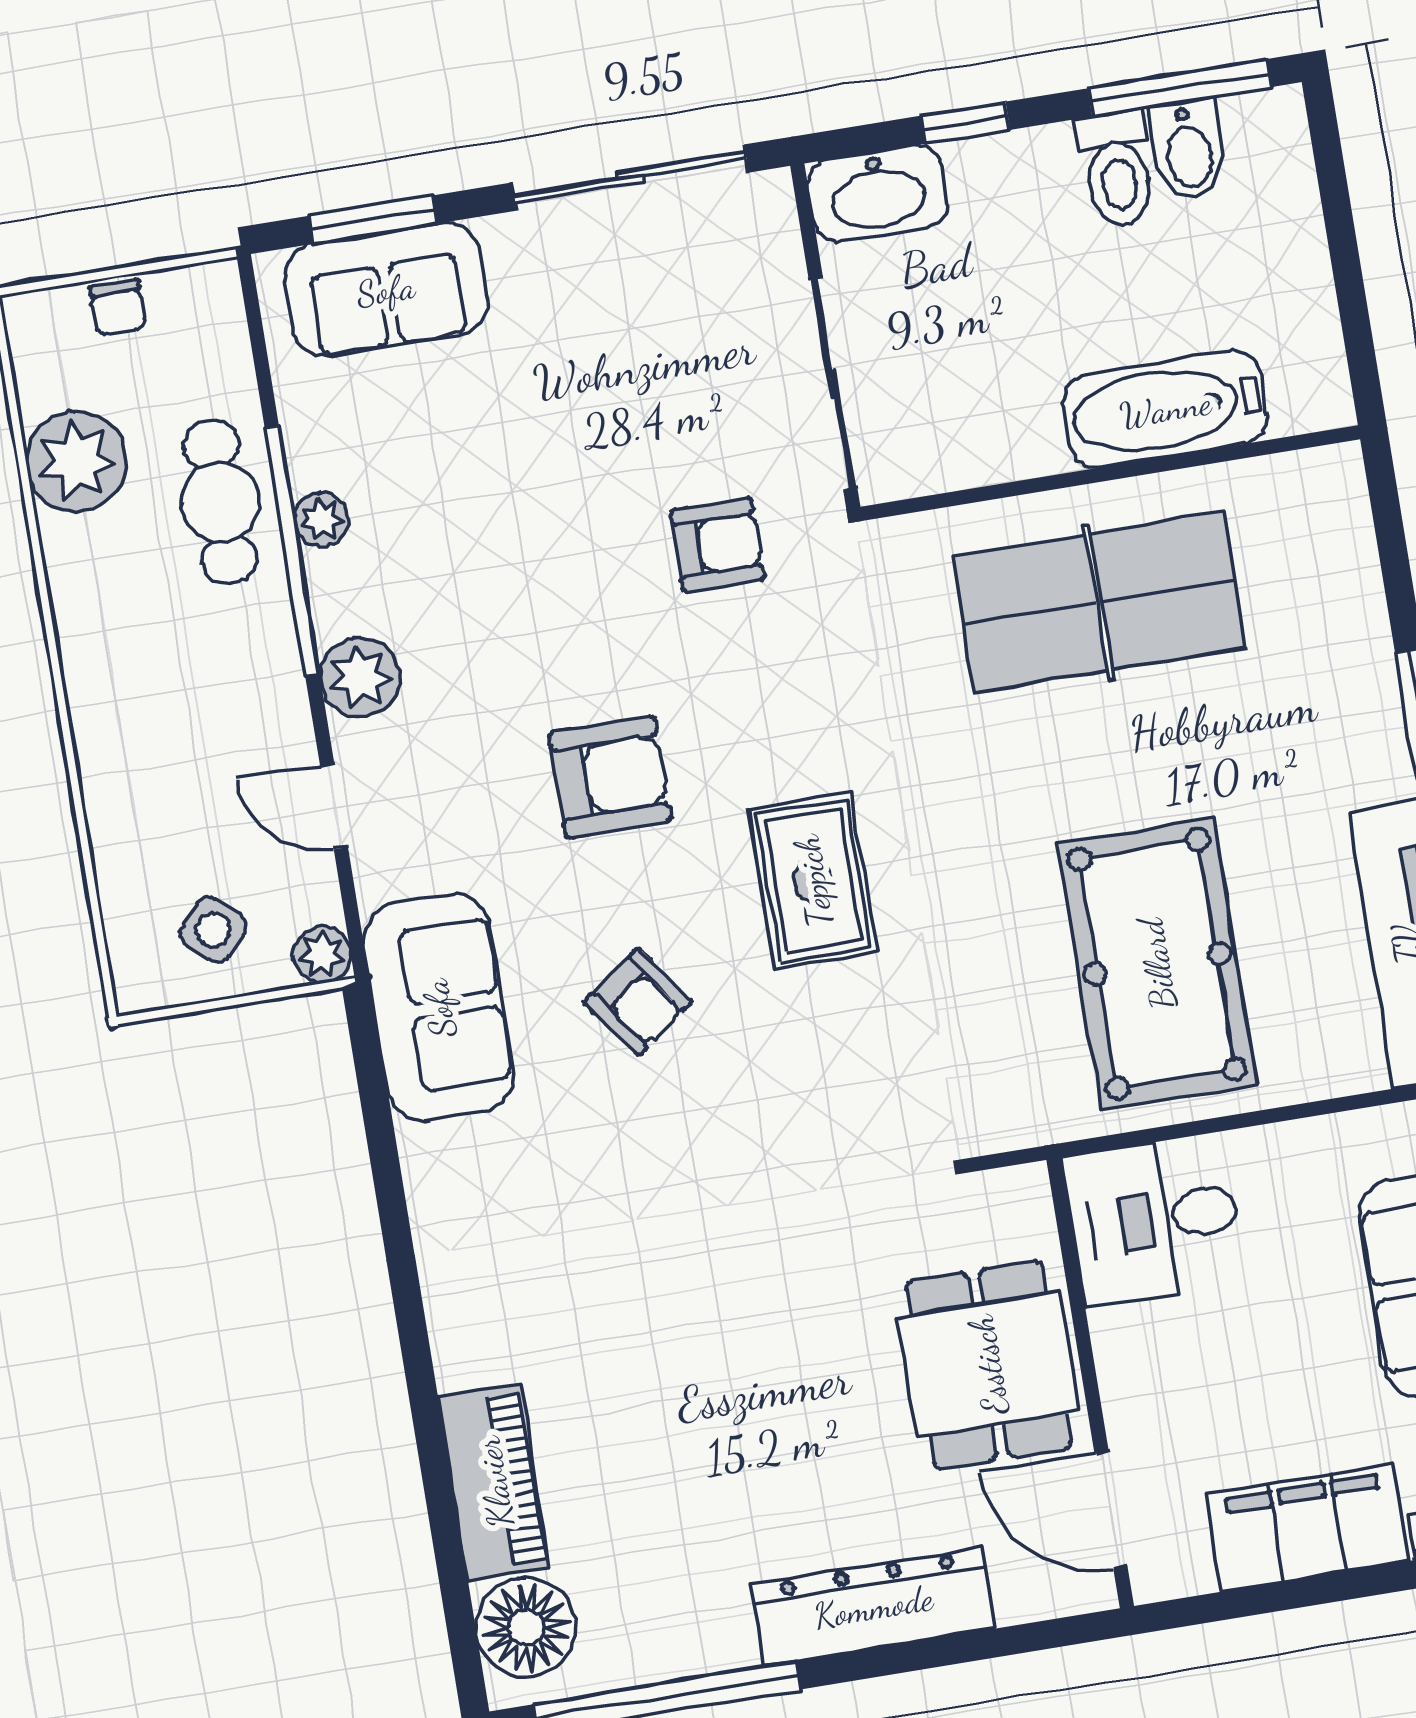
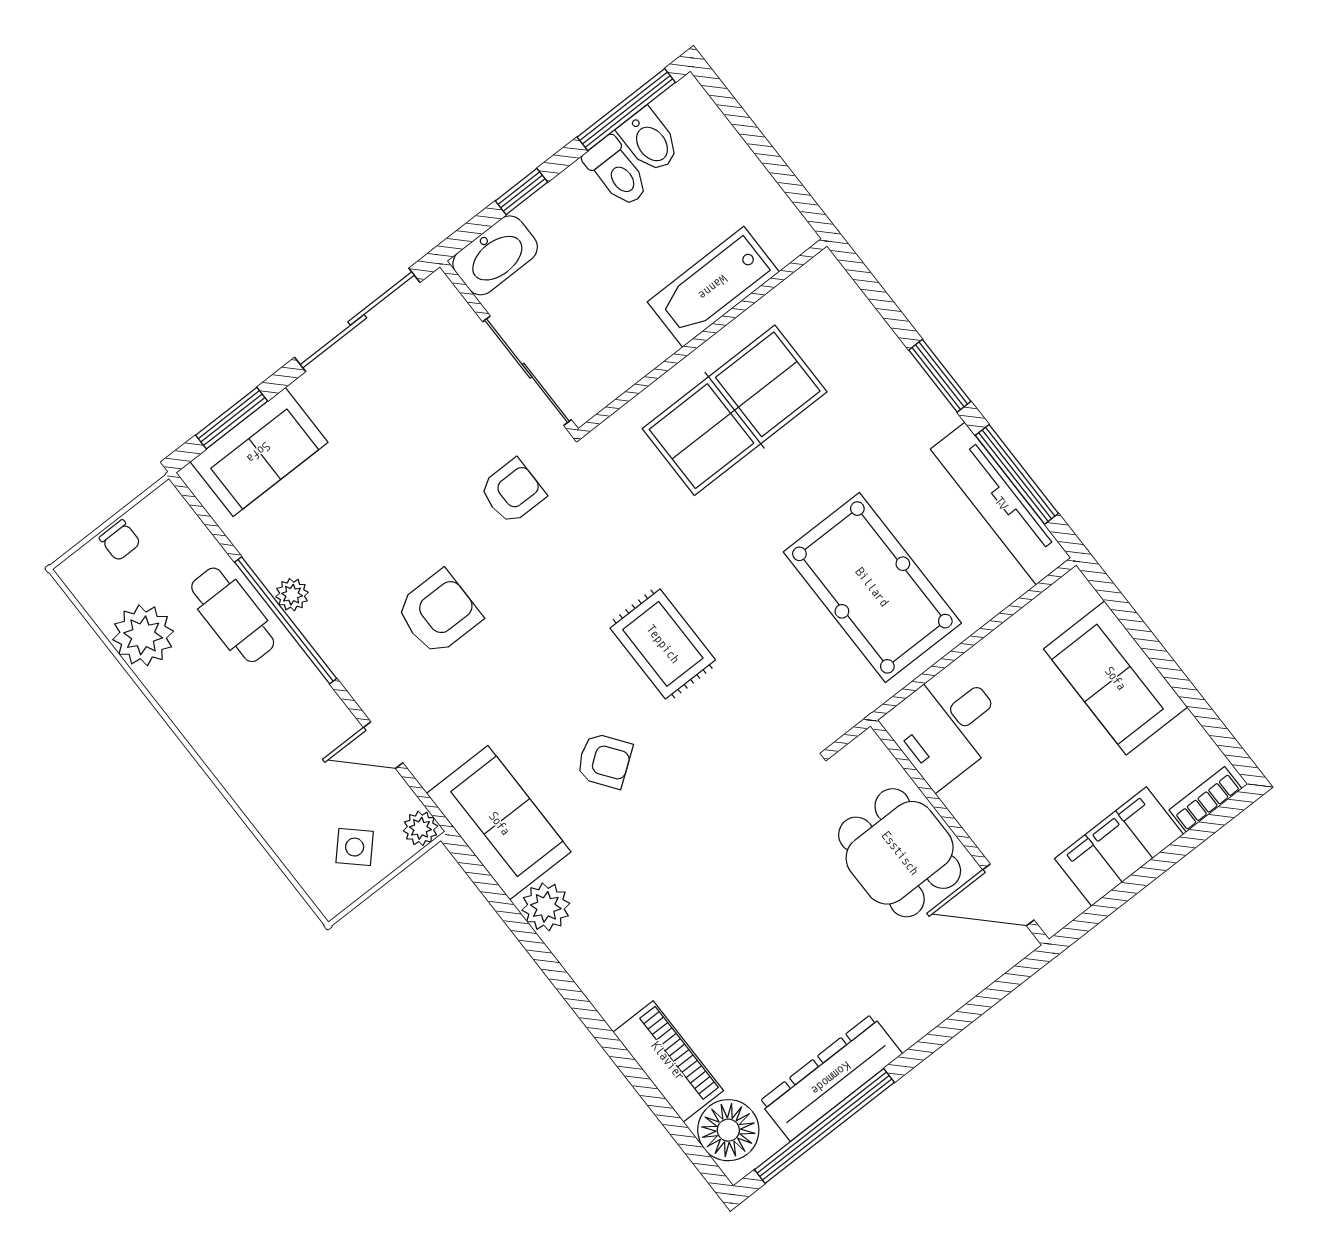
plant: (360, 677) -> (546, 907), moved
armchair: (610, 777) -> (439, 613), moved
dresser: (873, 1607) -> (831, 1078), moved

